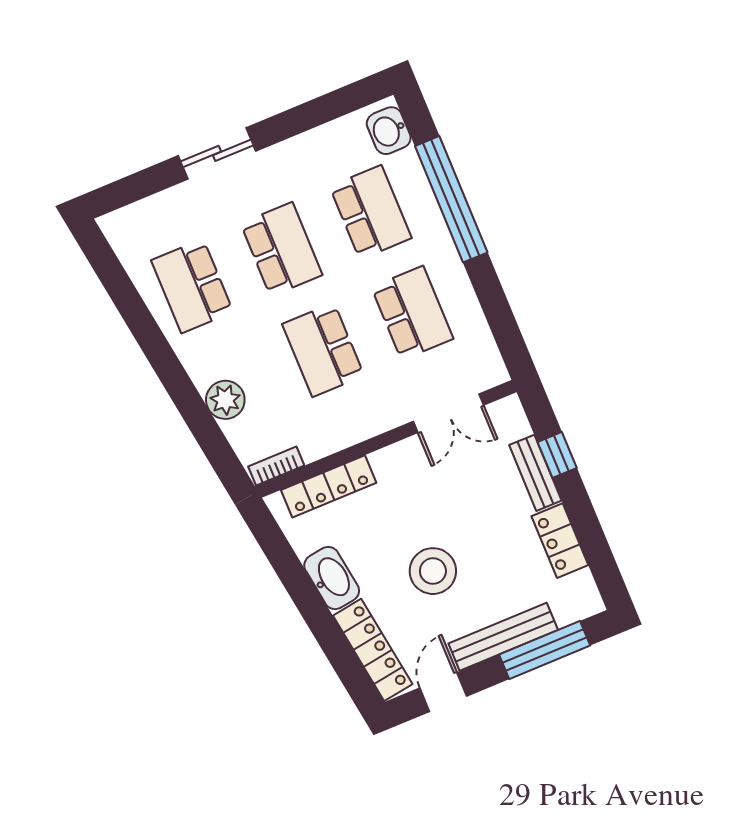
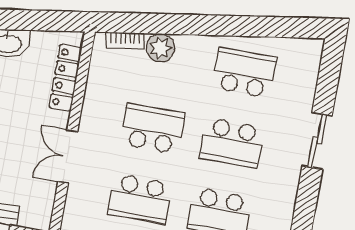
double door: (448, 413) -> (68, 156), moved
bookcase: (276, 466) -> (125, 40), moved, turned 81

